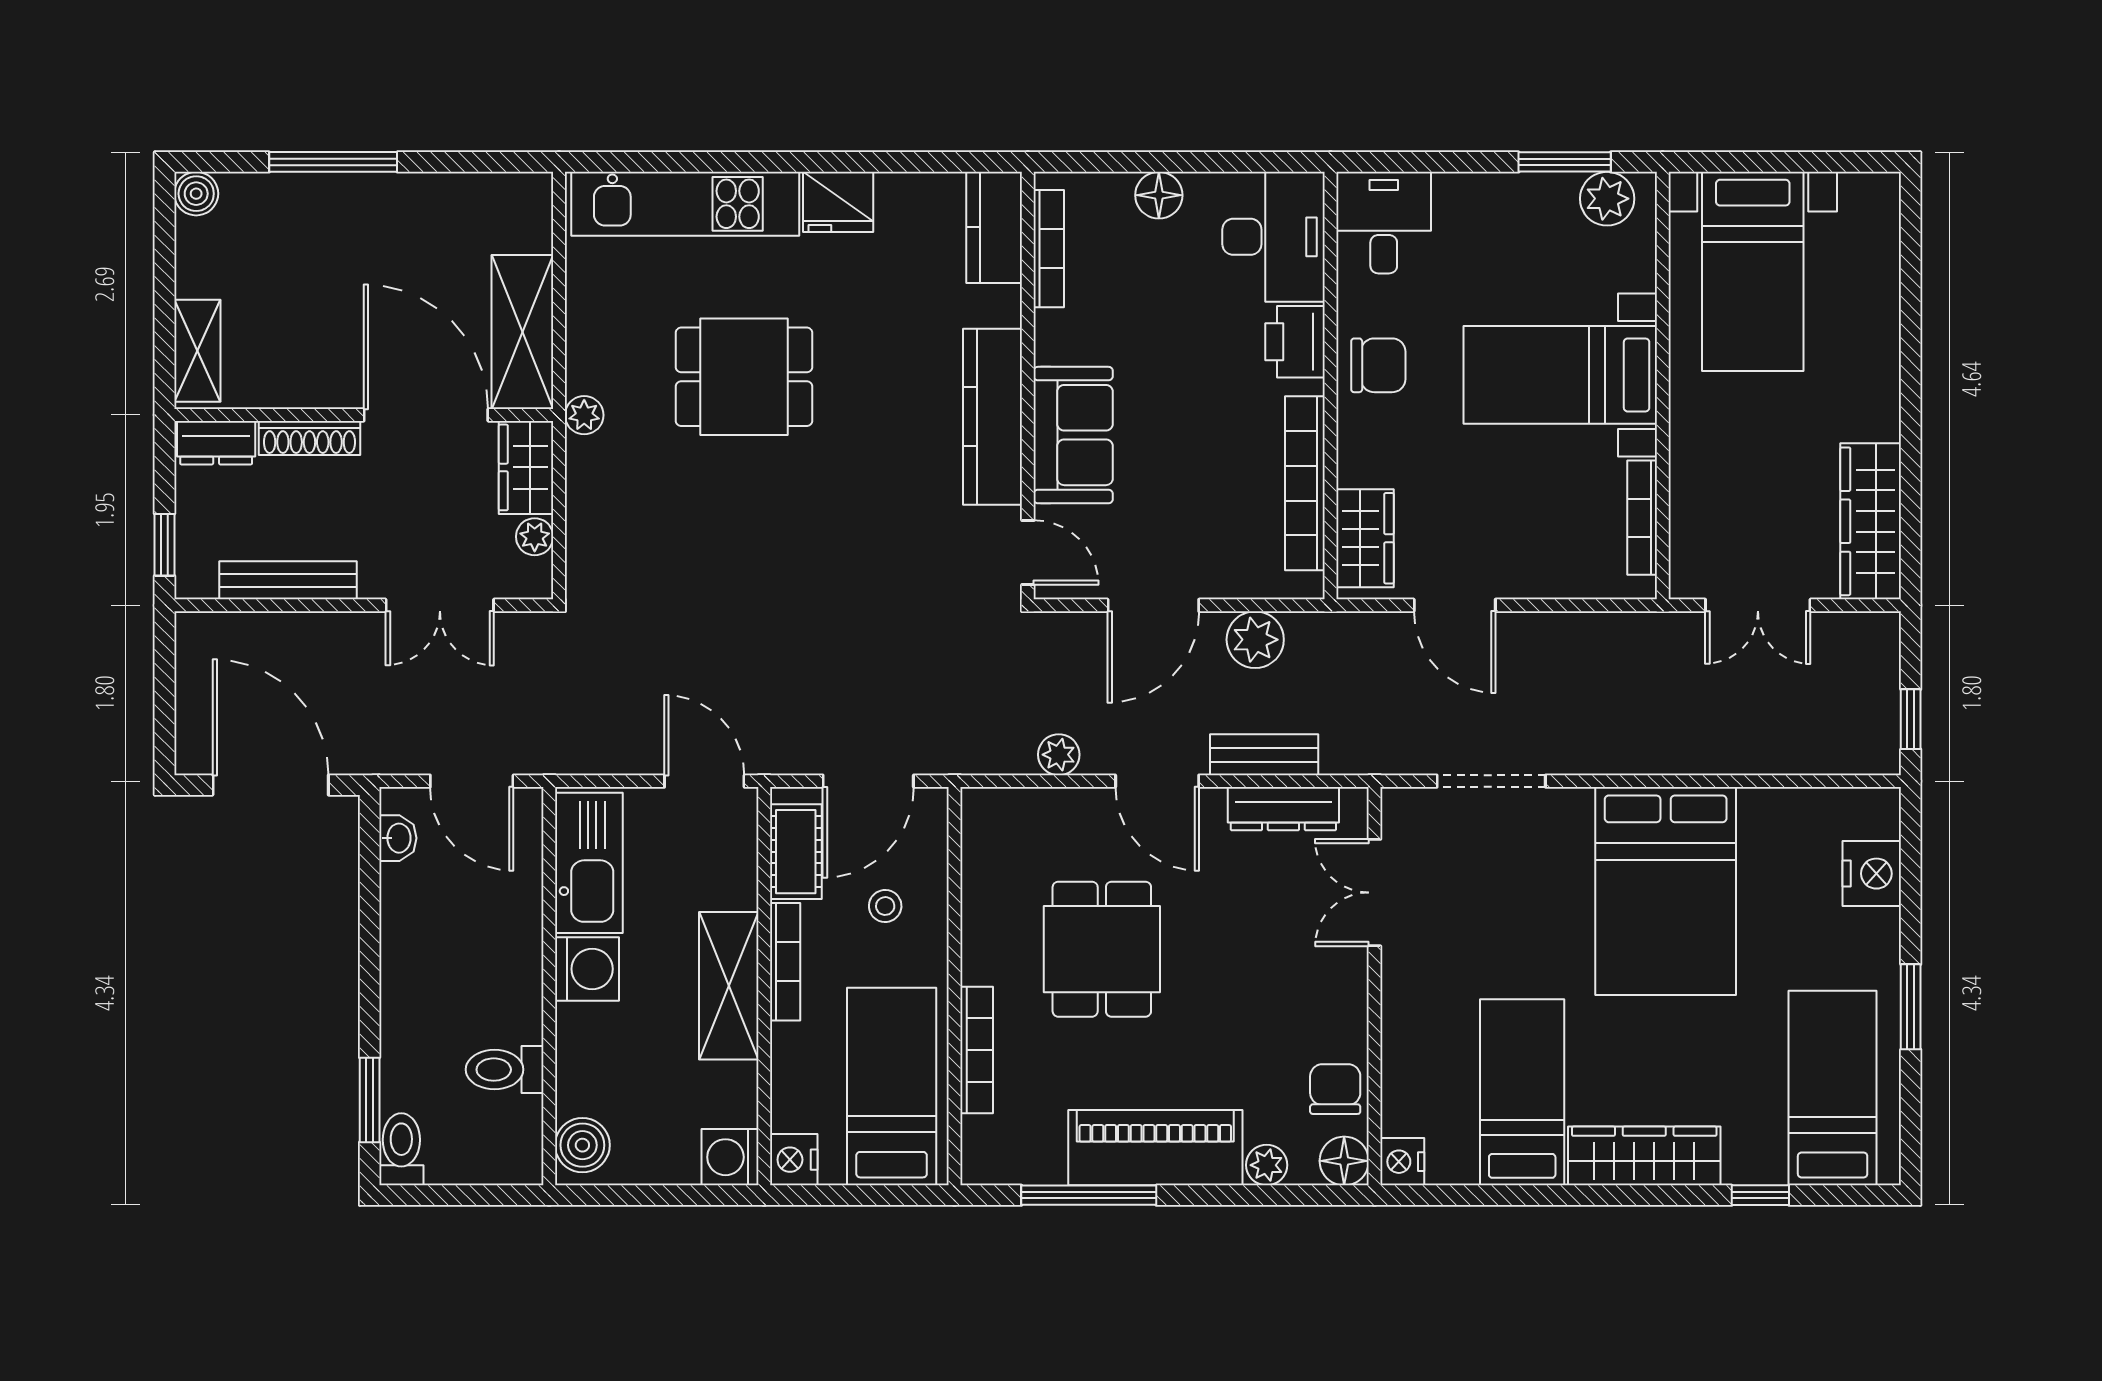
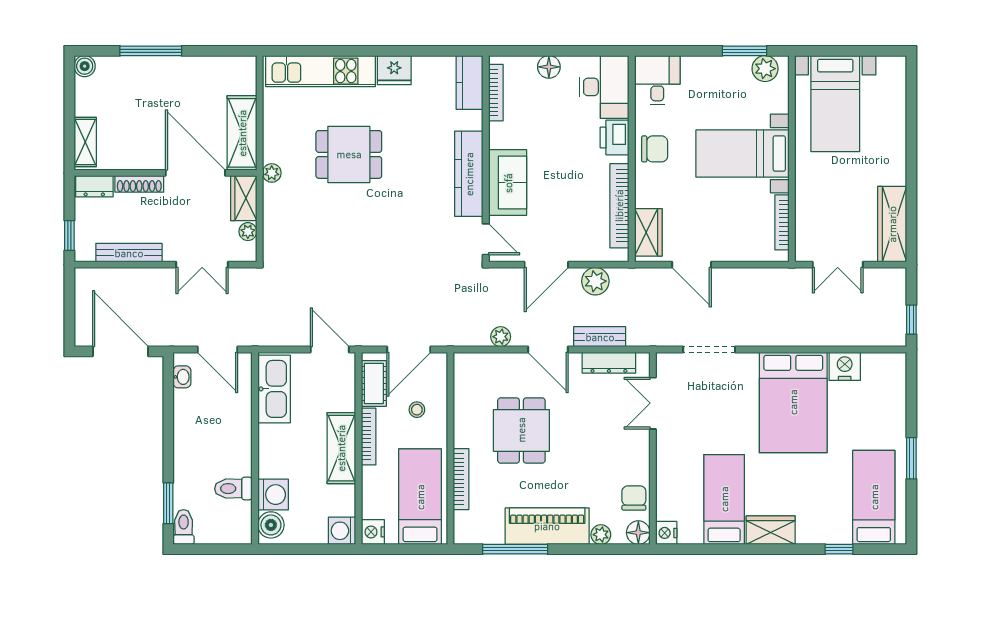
nightstand: (1872, 874) -> (845, 366), moved, turned -90
washing machine: (587, 969) -> (273, 495), moved
wardrobe: (1644, 1156) -> (771, 530), width x0.67

